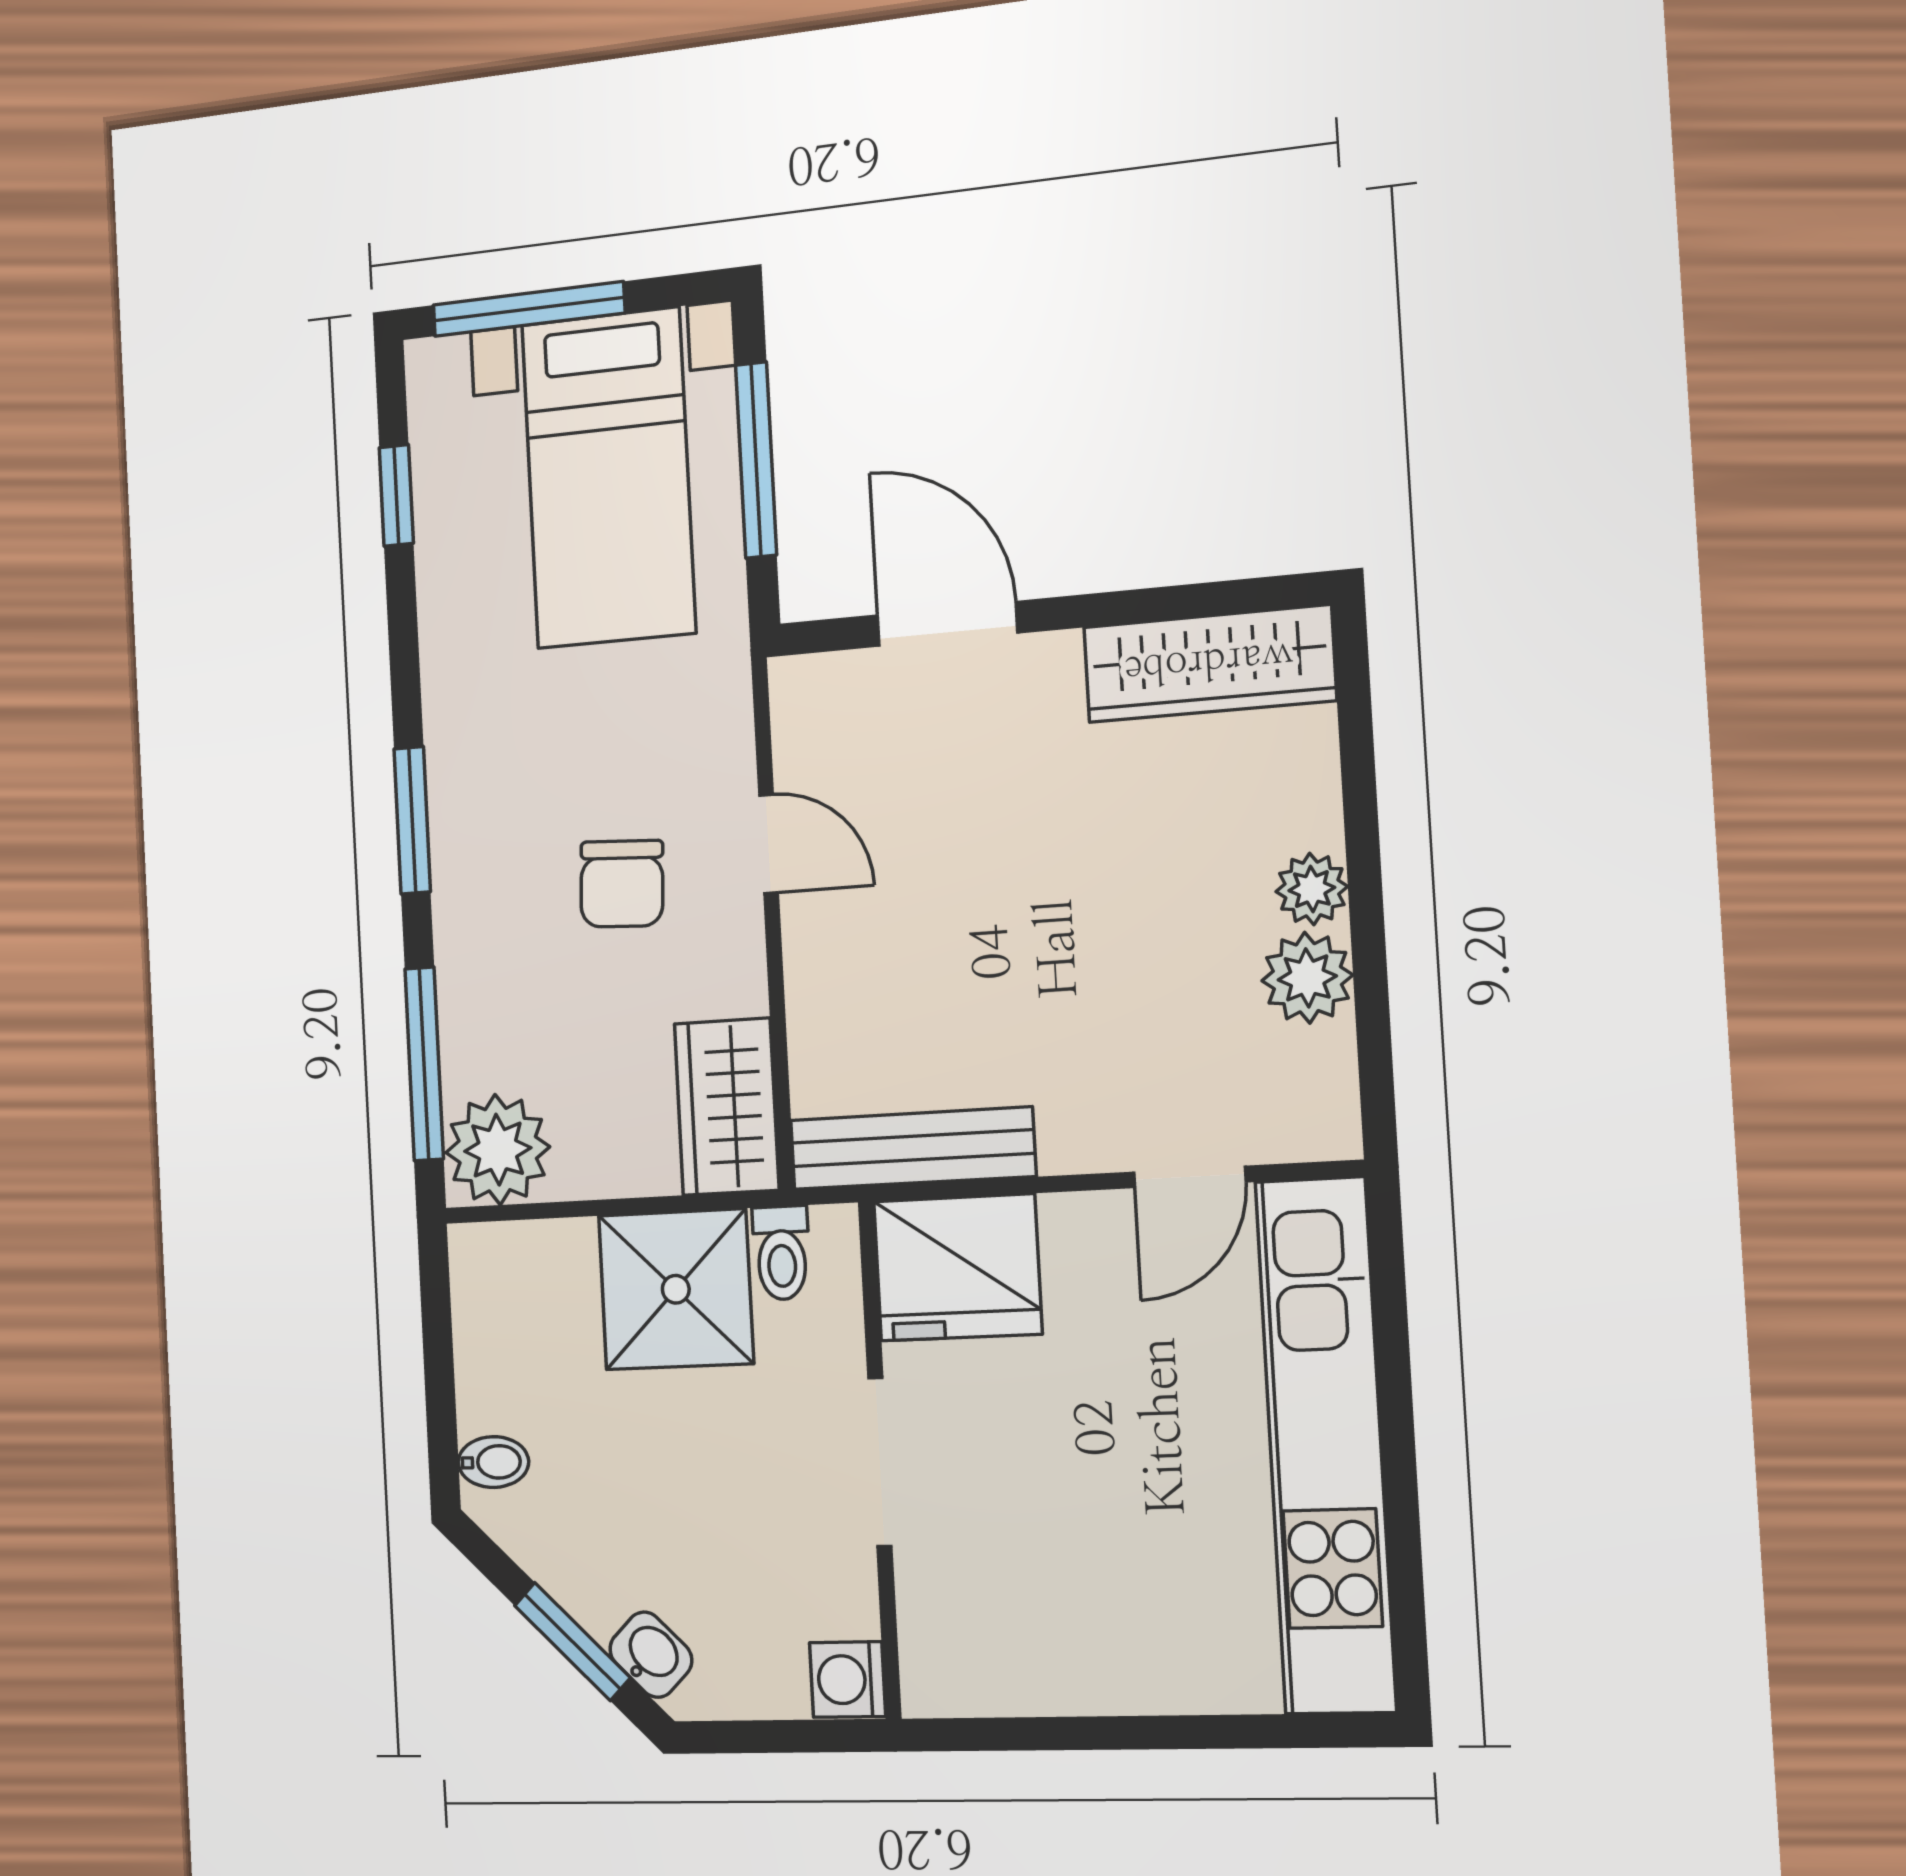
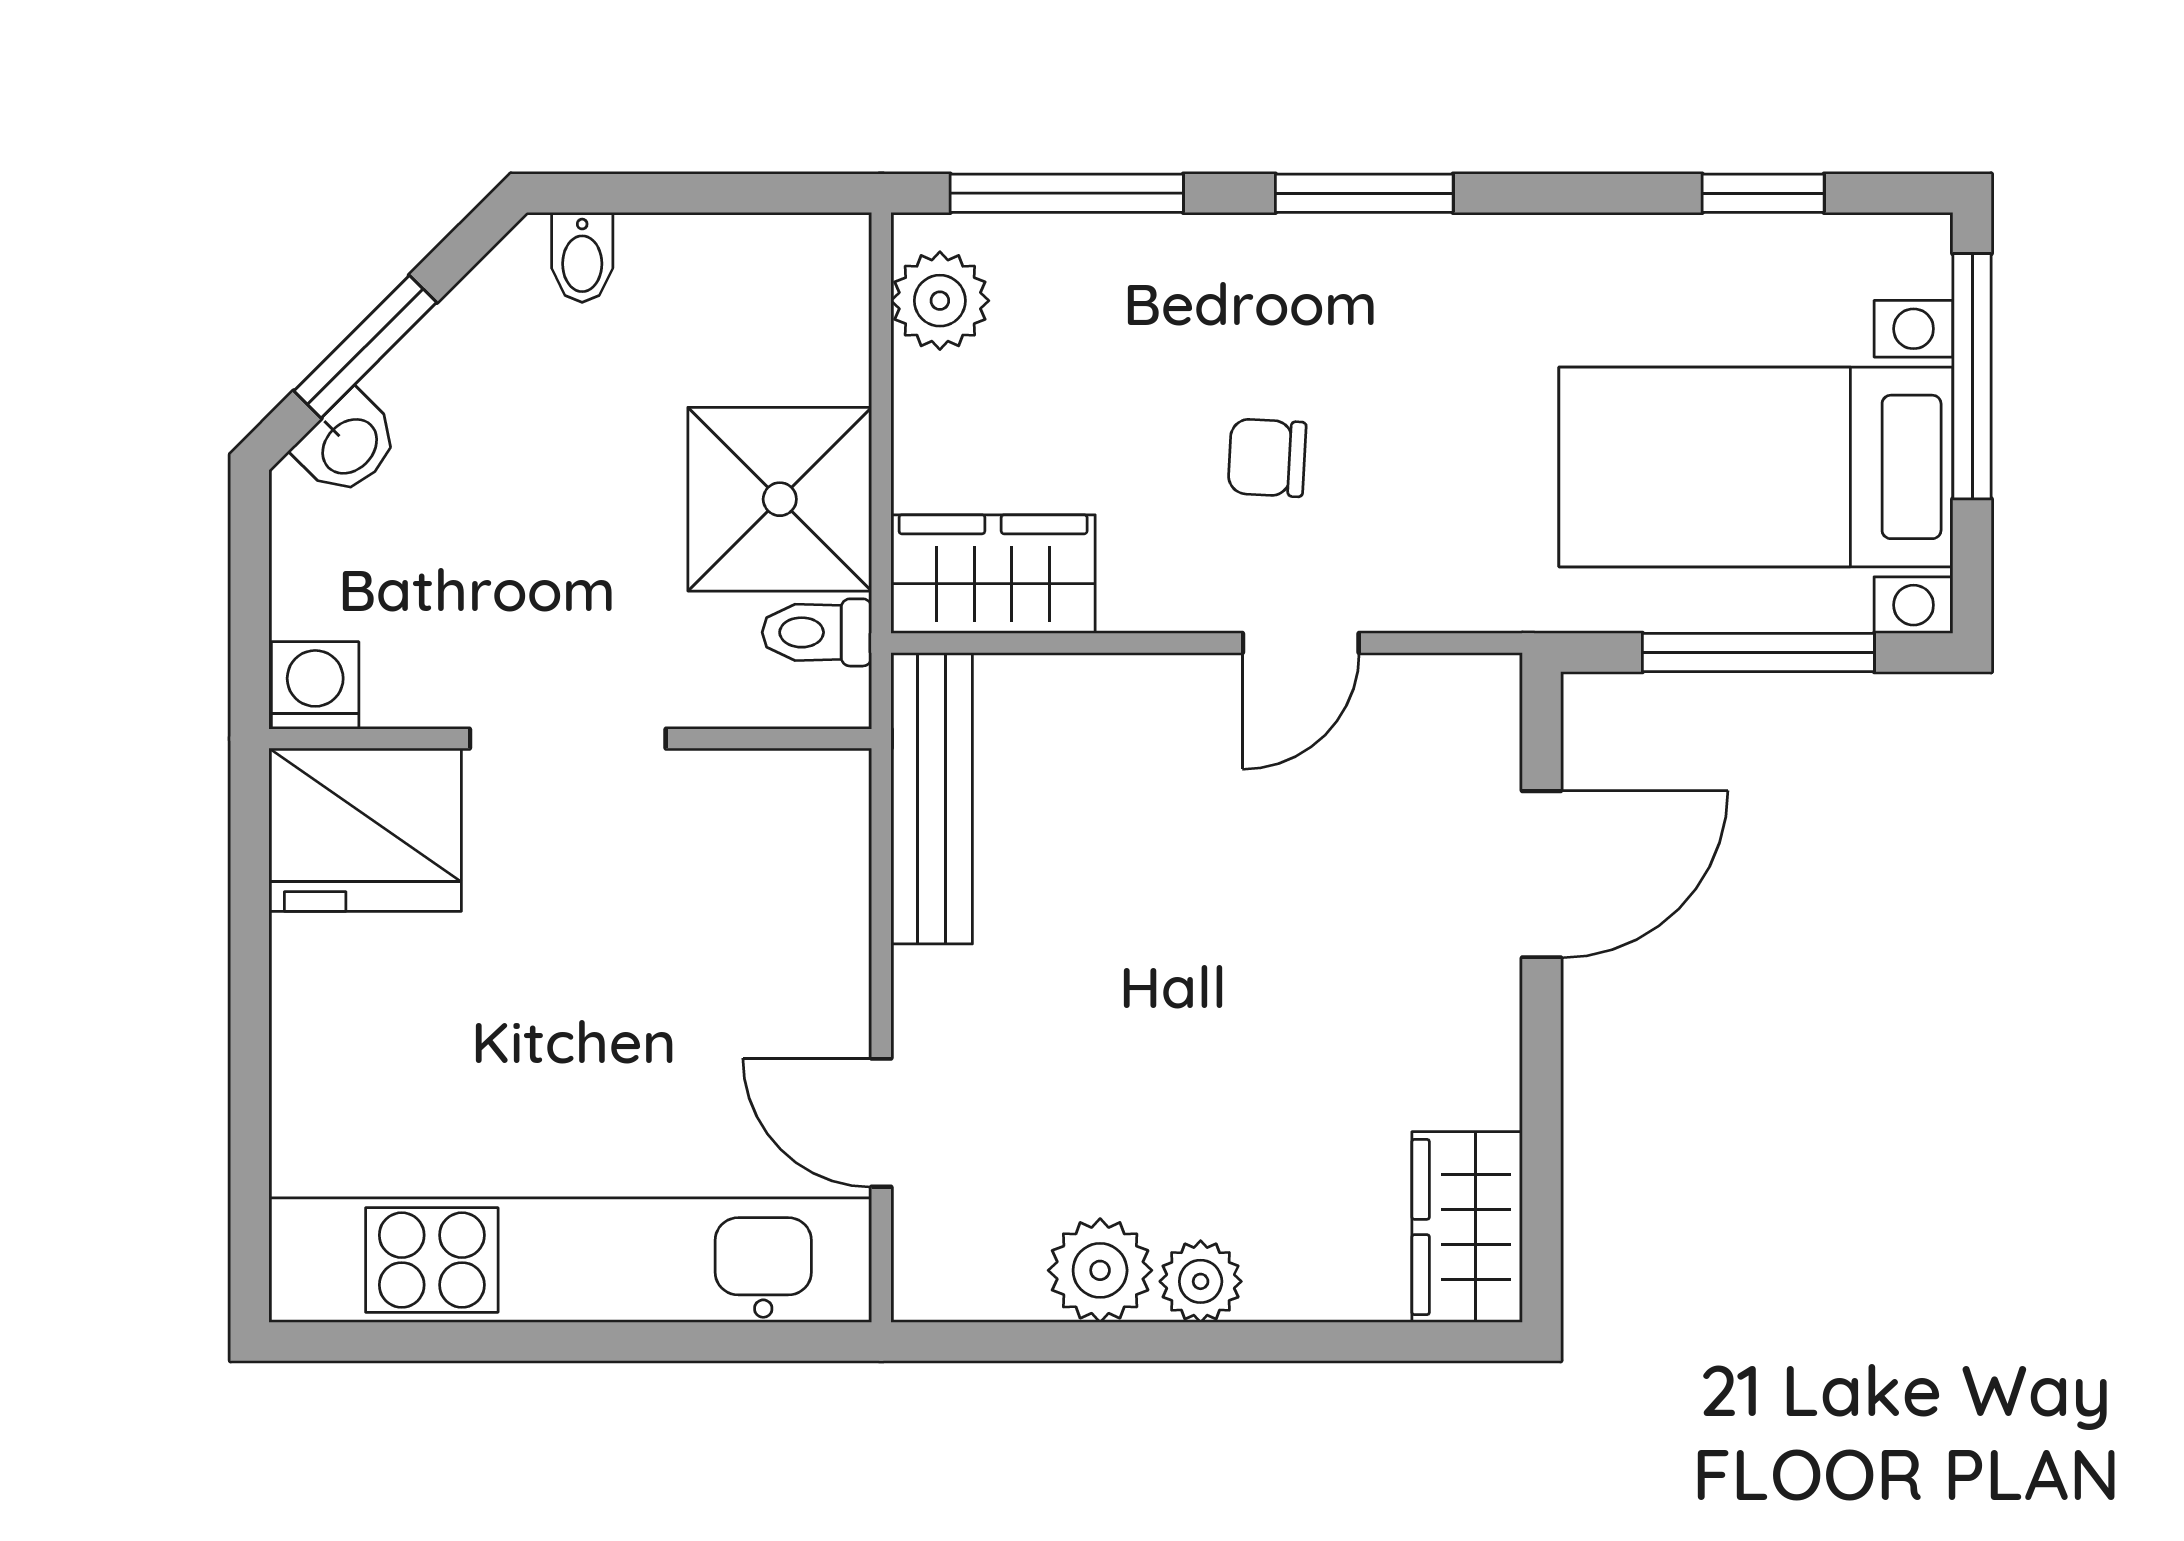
wardrobe: (1209, 664) -> (1467, 1227), width x0.67
chair: (622, 884) -> (1267, 458), width x0.73, depth x0.73
plant: (498, 1150) -> (940, 301), width x0.73, depth x0.73
fridge: (958, 1268) -> (365, 830), moved, turned -90

